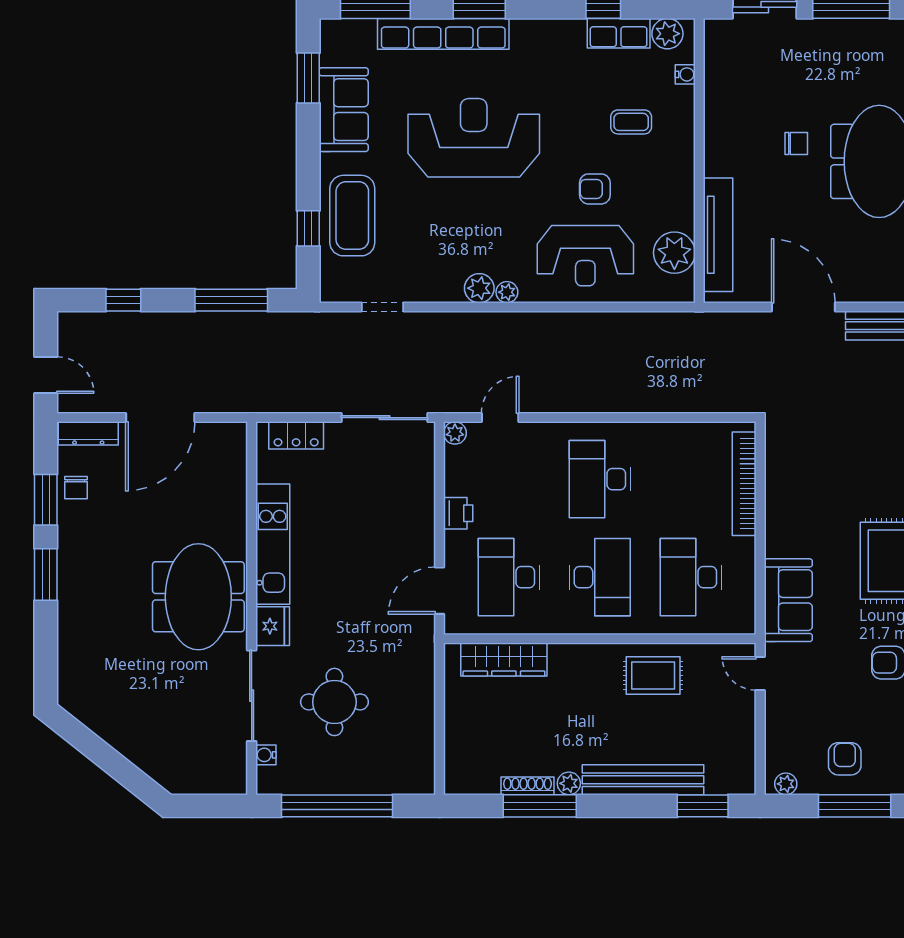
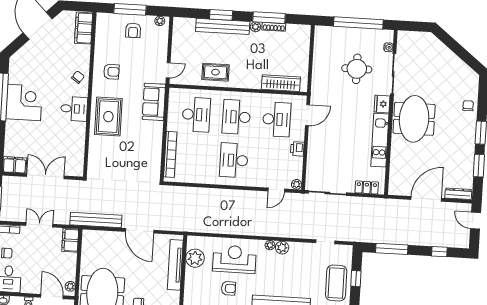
desk: (600, 479) -> (234, 160), turned 180
chair: (76, 488) -> (468, 106), moved
door: (760, 673) -> (168, 70), hinge flipped
window: (703, 806) -> (221, 15), moved

